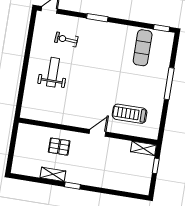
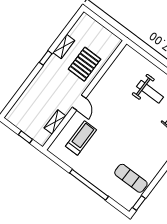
window: (169, 84) -> (89, 185), width x1.46
pallet: (59, 147) -> (85, 64), width x1.50, depth x1.42
shelving: (143, 148) -> (55, 122), moved

